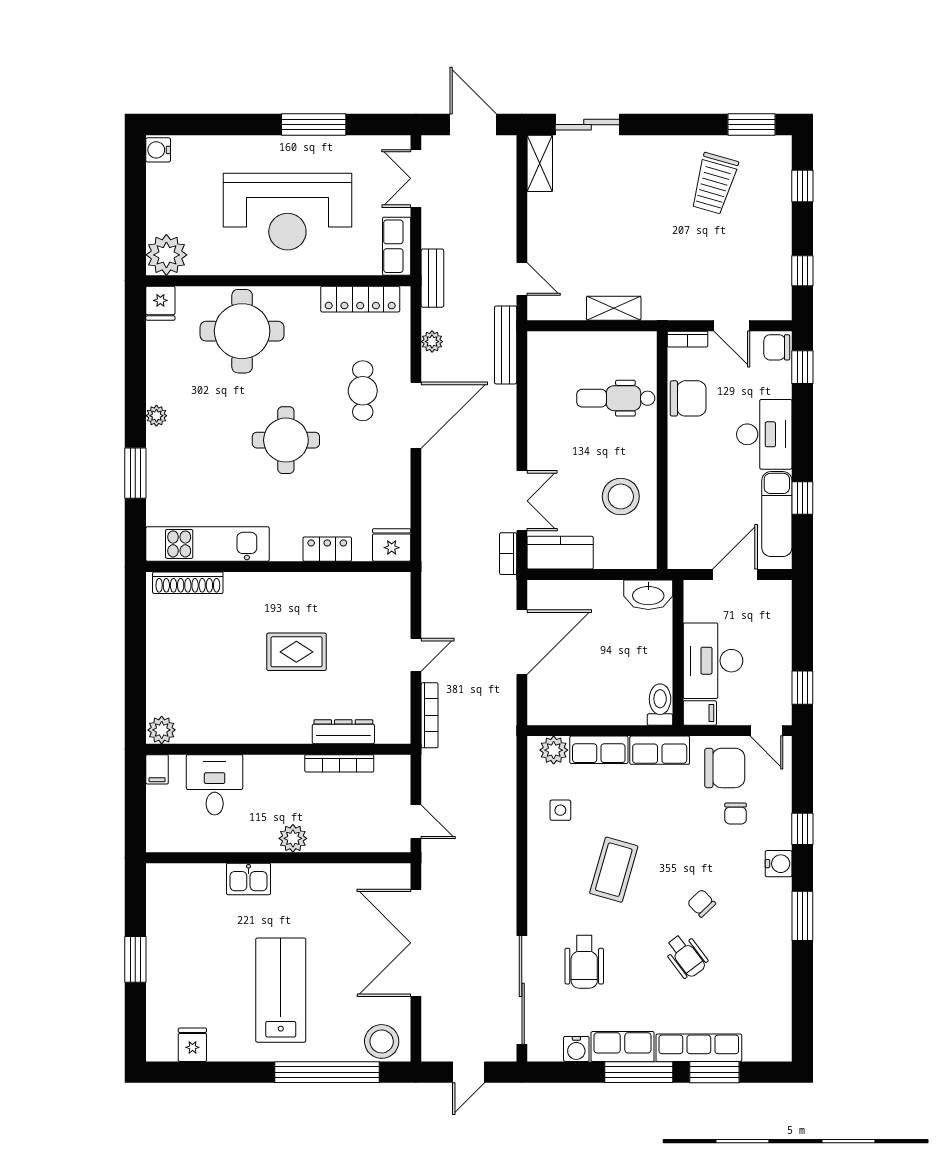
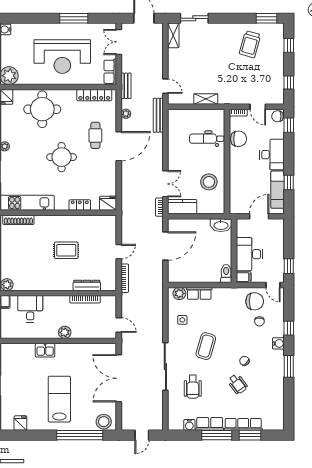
row of seats: (660, 750) -> (226, 294), removed
sliding door: (522, 990) -> (165, 367), moved

